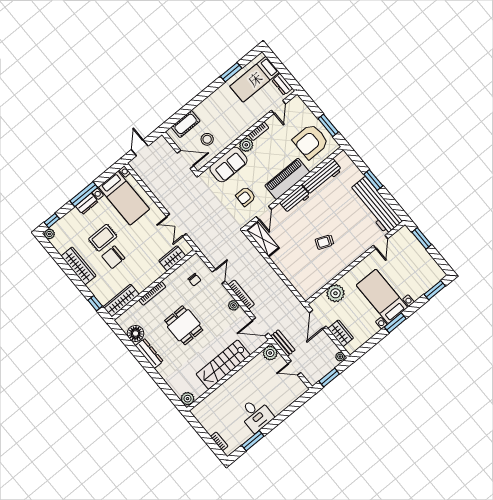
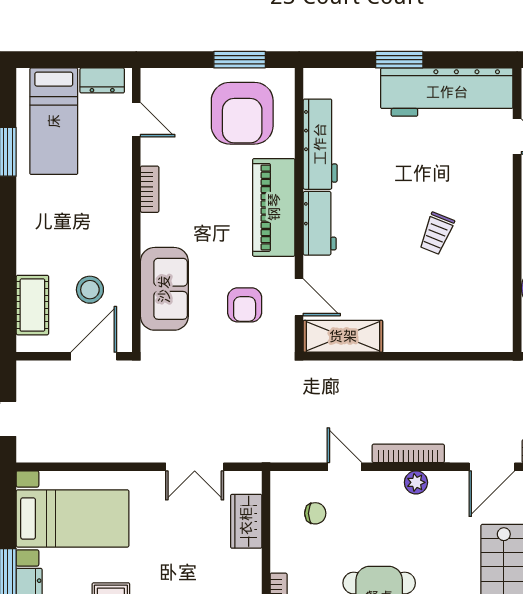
plant: (246, 145) -> (156, 230), removed

